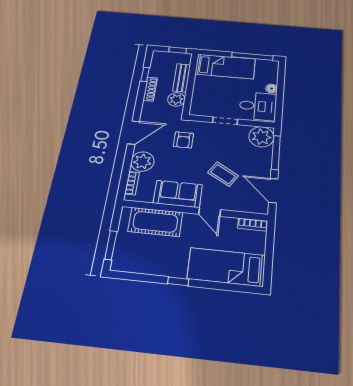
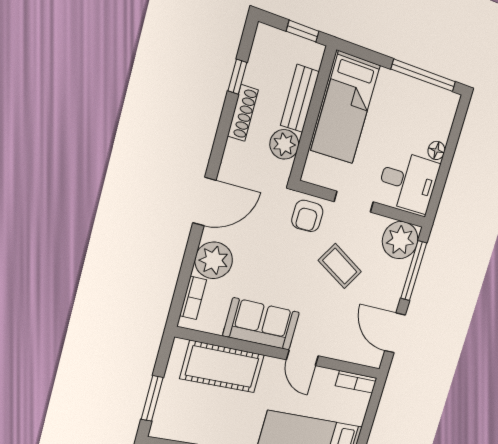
bed: (225, 66) -> (346, 108), moved, turned 90
armchair: (183, 140) -> (307, 216), moved
coffee table: (223, 174) -> (340, 266), moved

